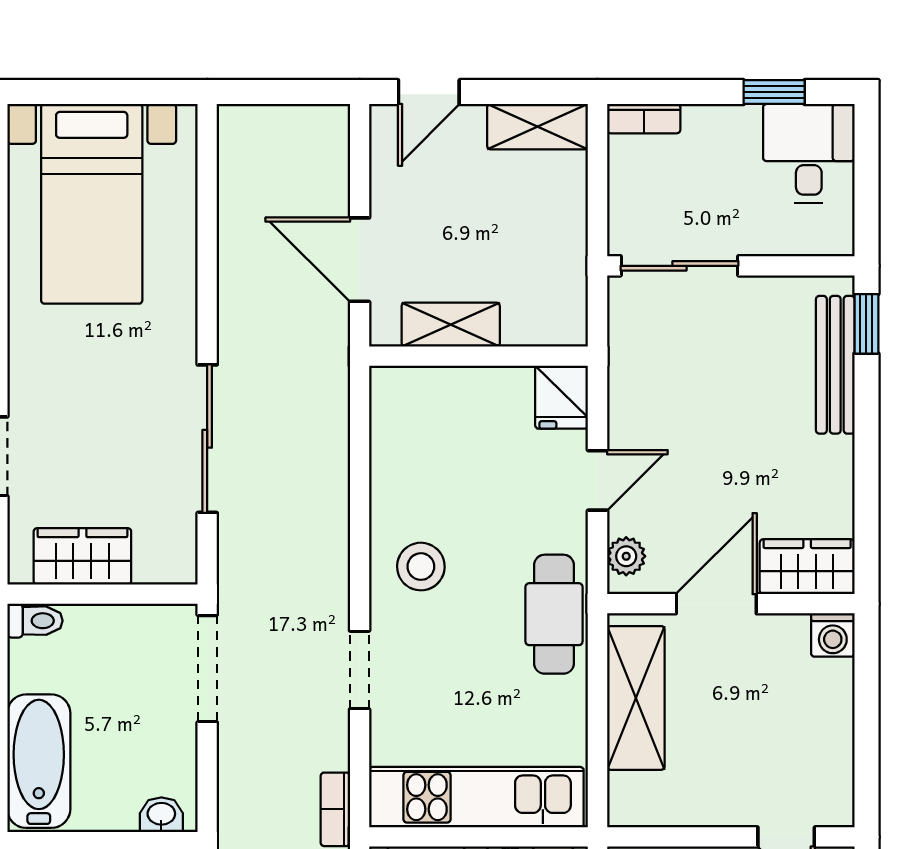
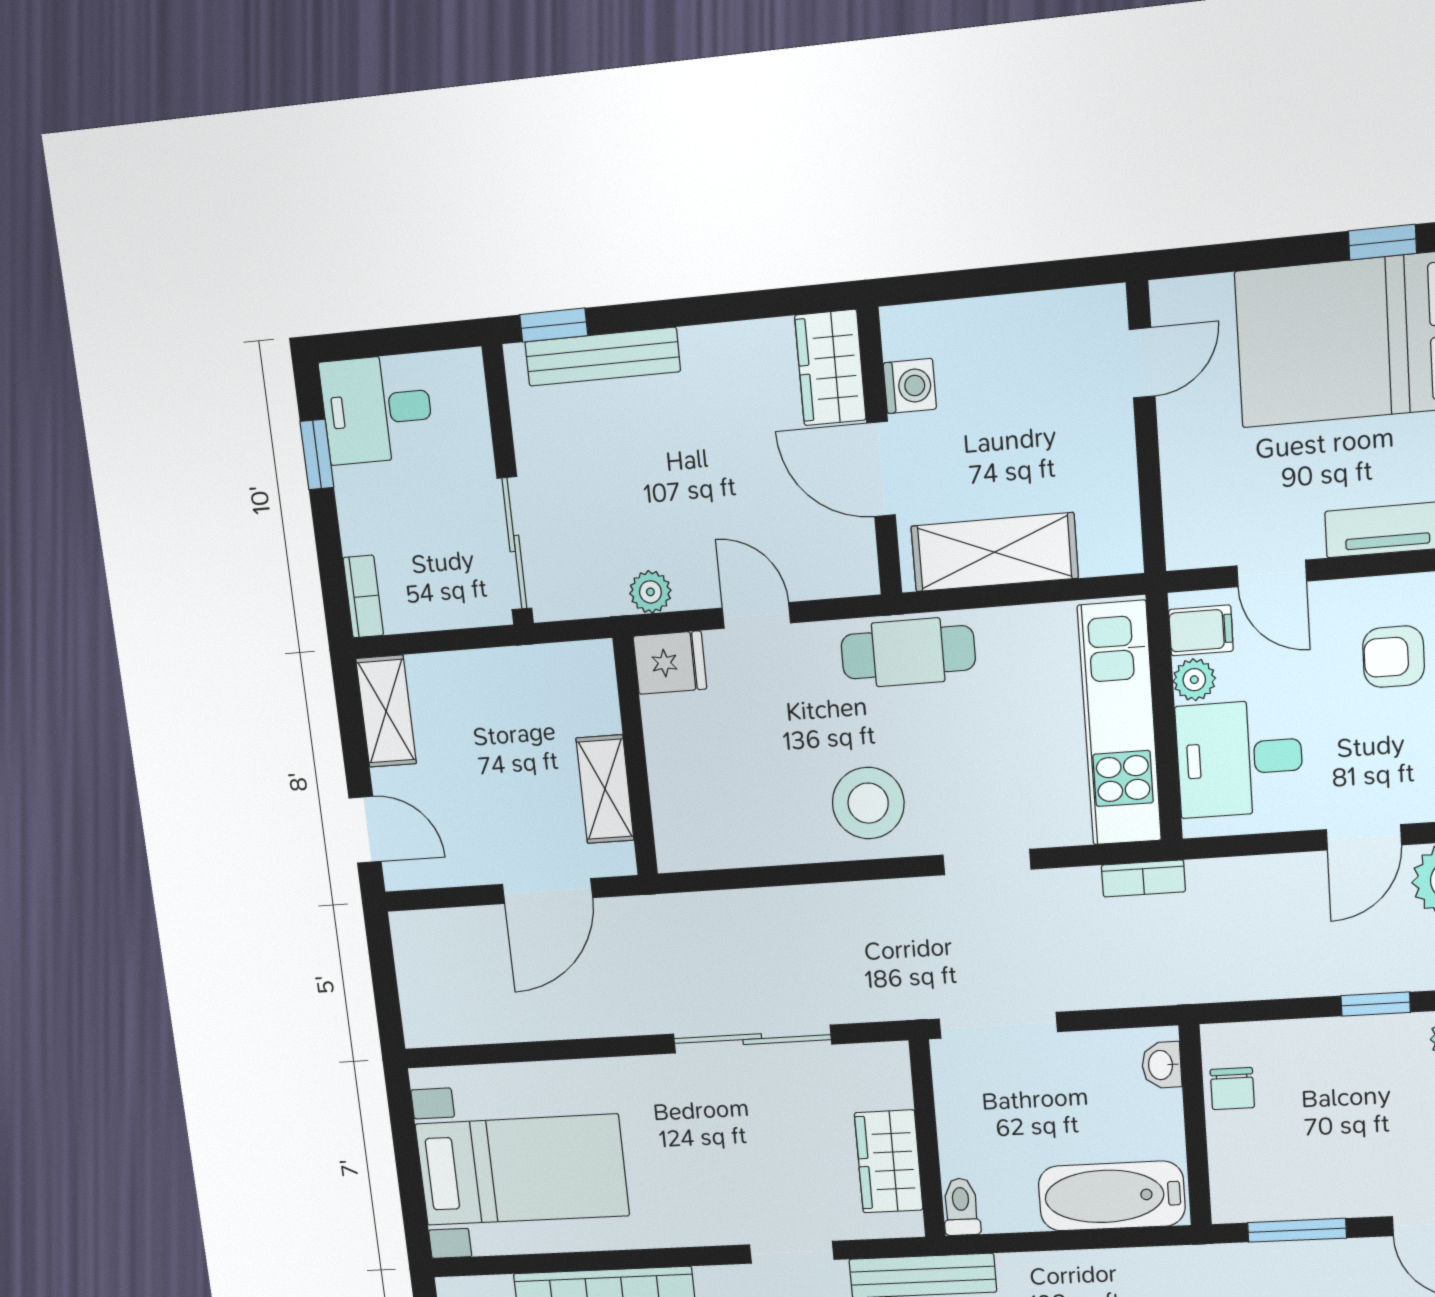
plant: (626, 556) -> (650, 592), moved
stool: (421, 567) -> (868, 803), width x1.38, depth x1.38
washing machine: (833, 635) -> (910, 386), moved

